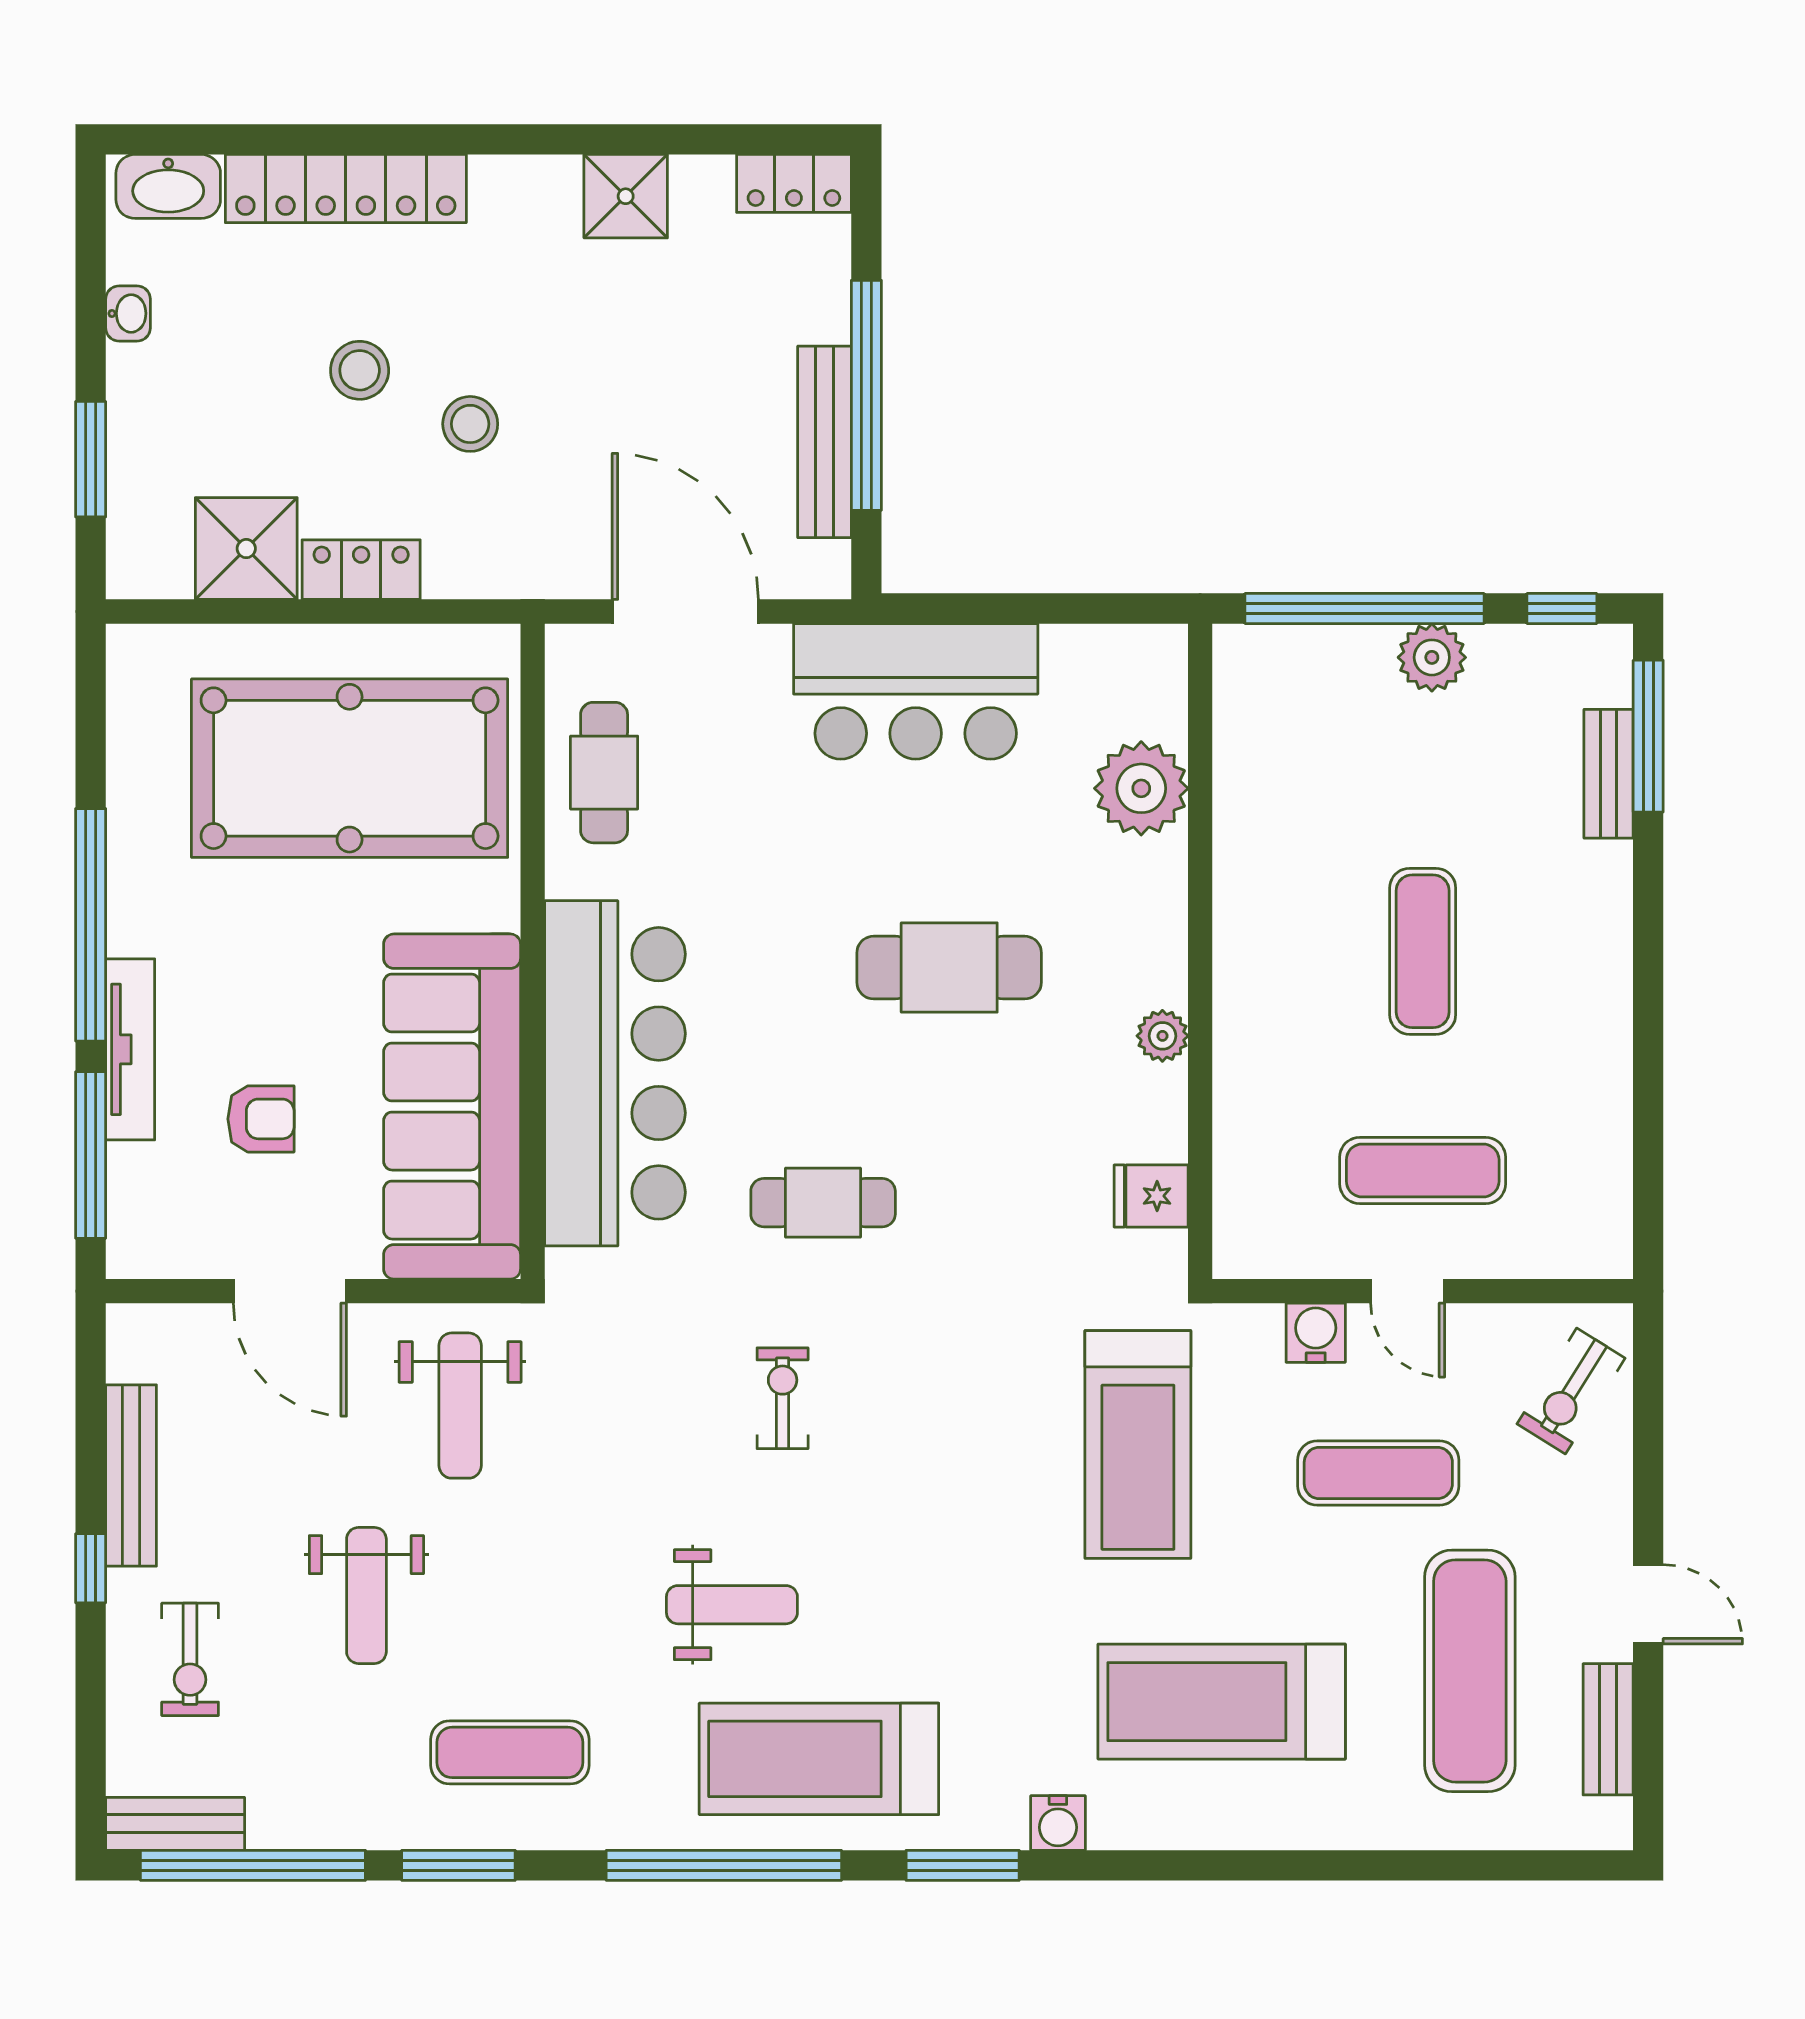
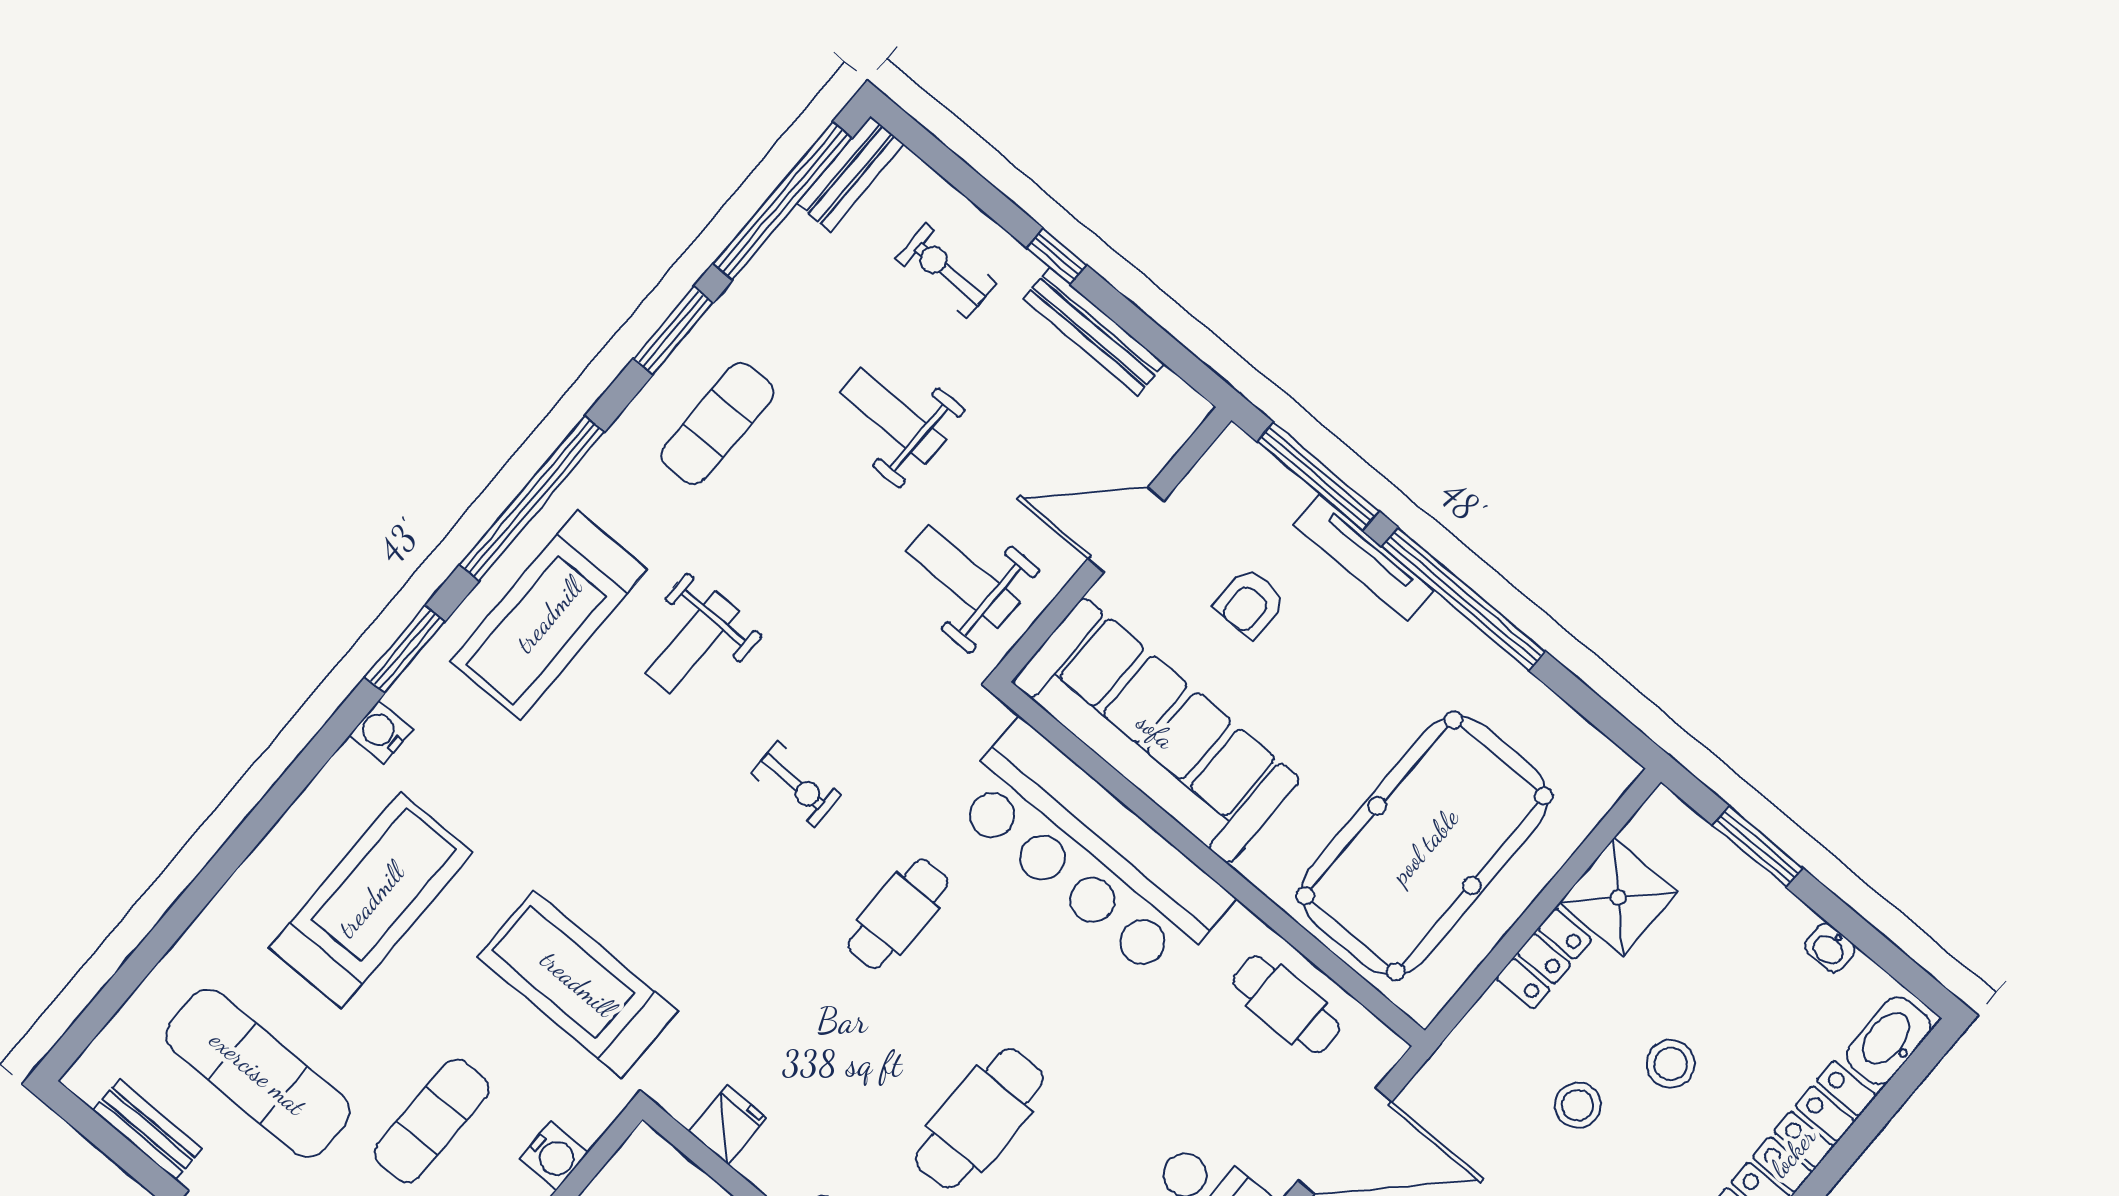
treadmill: (819, 1759) -> (549, 615), turned 180

